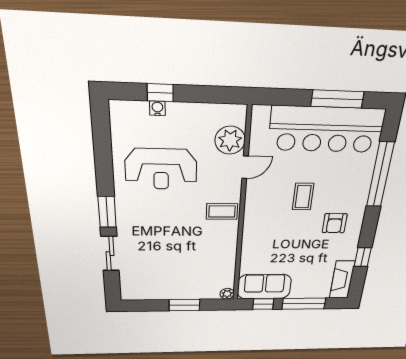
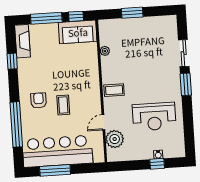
reception desk: (161, 169) -> (154, 117), turned 180
armchair: (335, 223) -> (39, 100), moved
plant: (227, 294) -> (105, 51), moved

